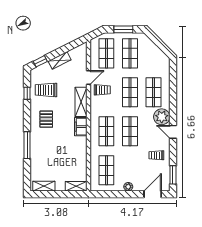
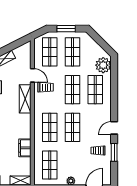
door: (88, 78) -> (32, 75), hinge flipped
plant: (162, 117) -> (103, 65), moved
filing cabinet: (81, 127) -> (25, 148), moved
door: (173, 132) -> (114, 128), hinge flipped
window: (173, 175) -> (114, 152), moved

